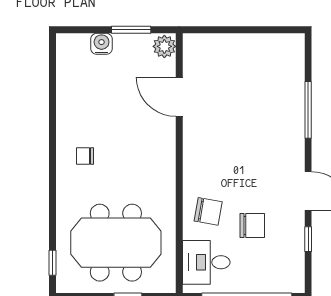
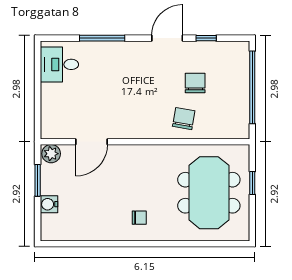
chair: (85, 156) -> (139, 218), turned -90
desk: (206, 262) -> (59, 64), moved, turned 90
window: (52, 263) -> (225, 244), removed

